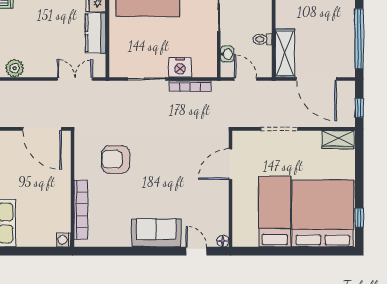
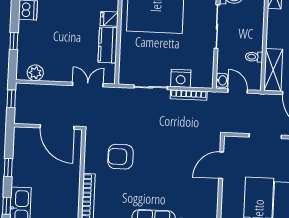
washbasin: (227, 54) -> (222, 80), moved

